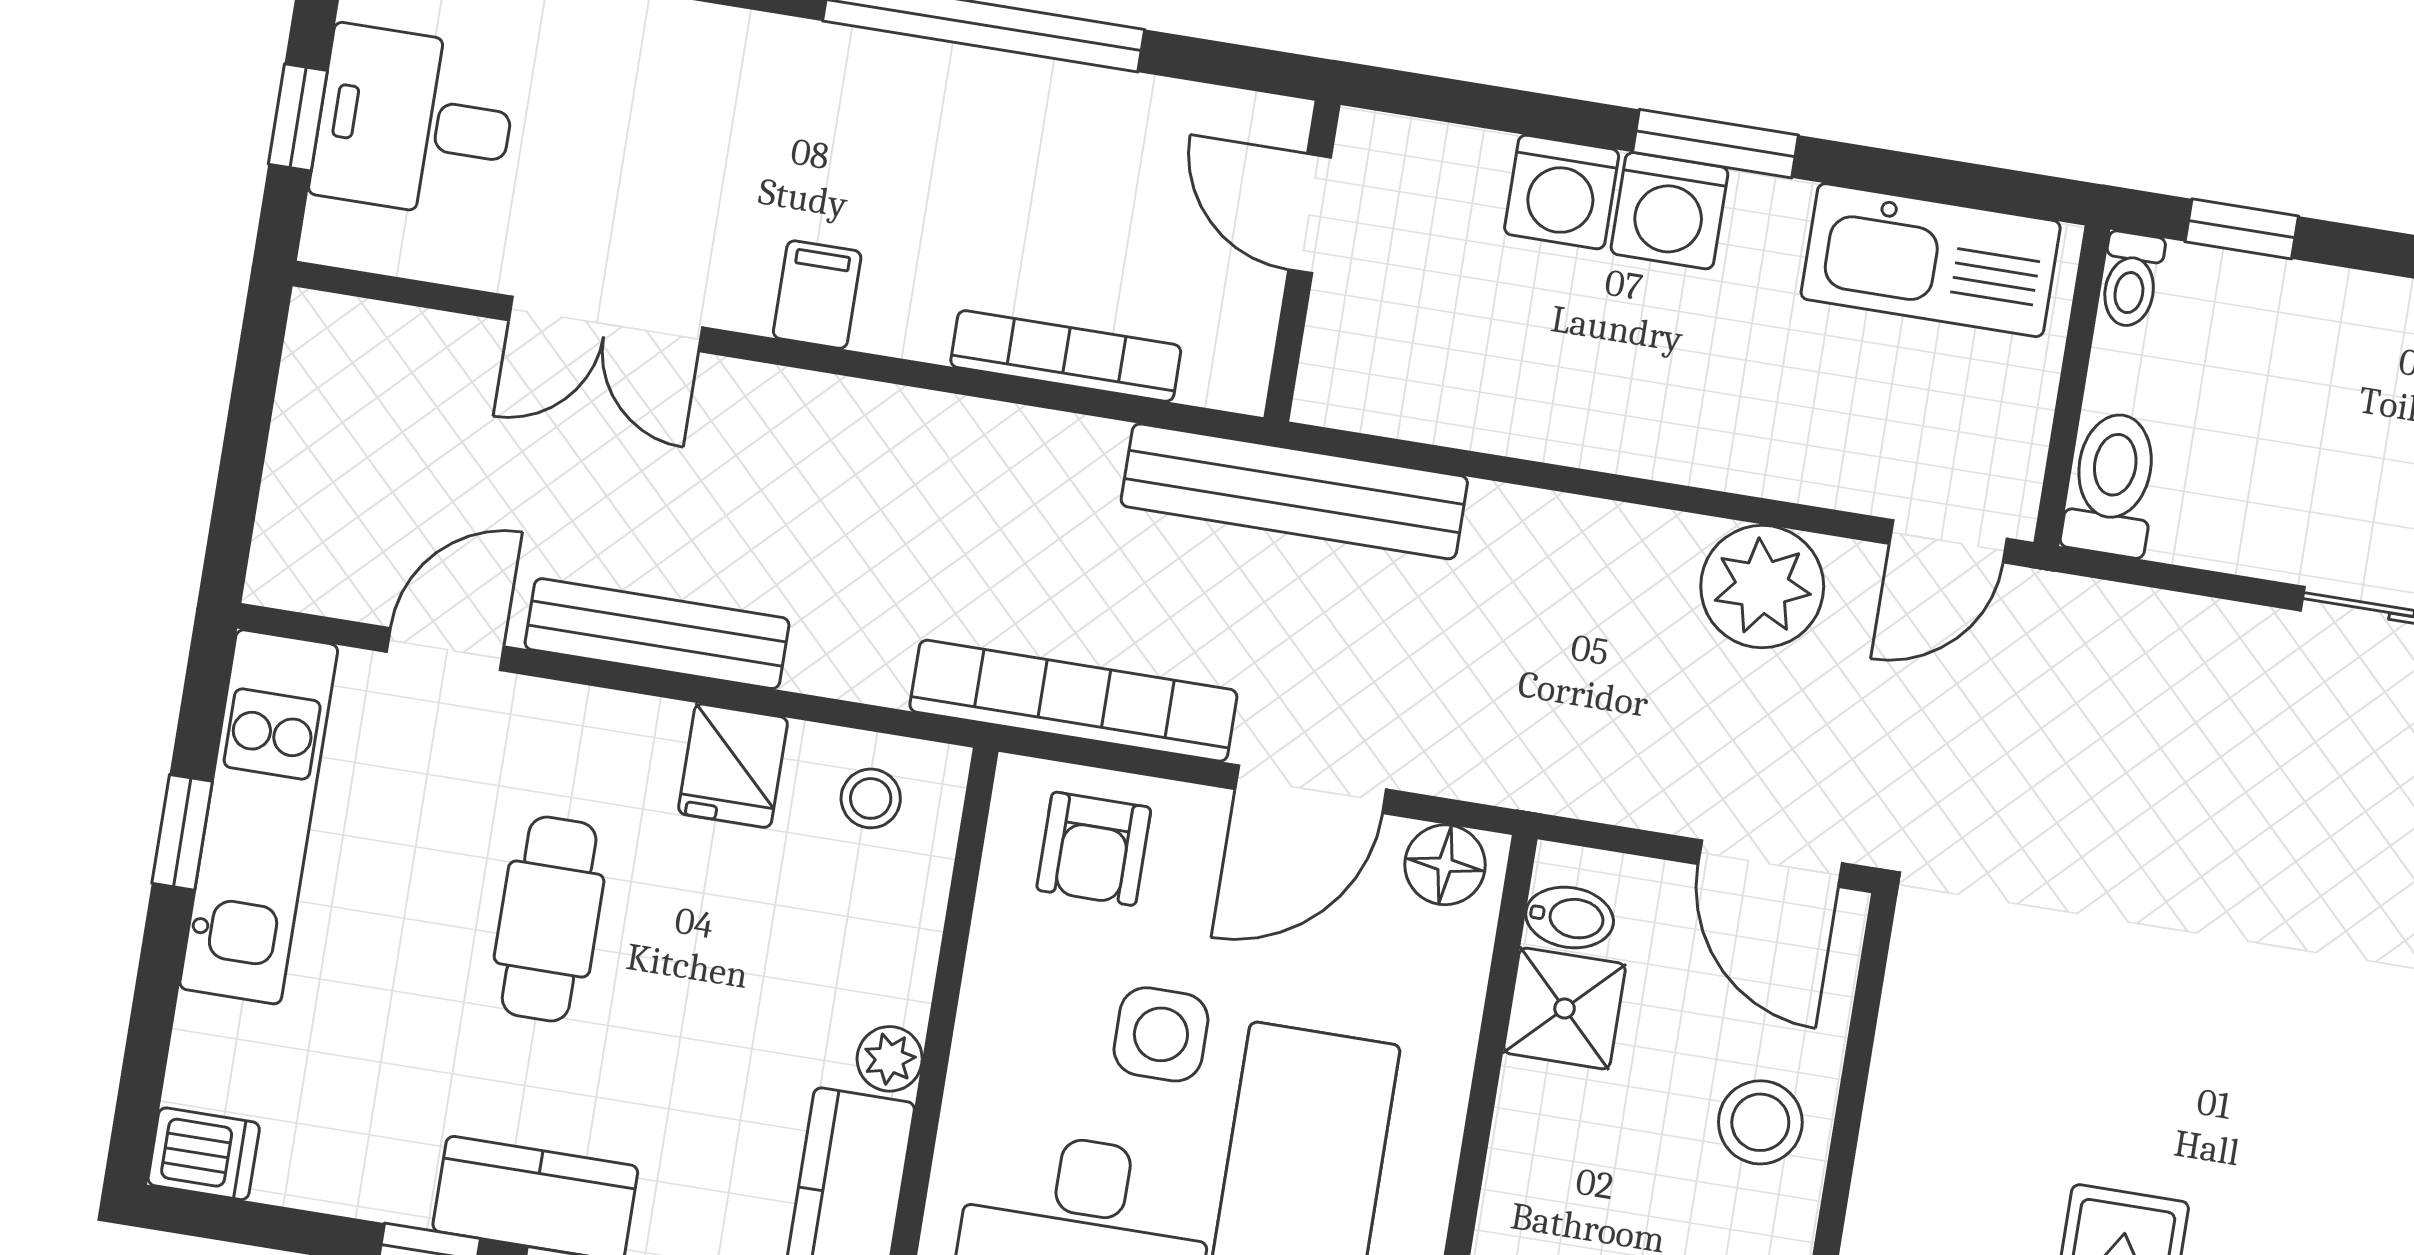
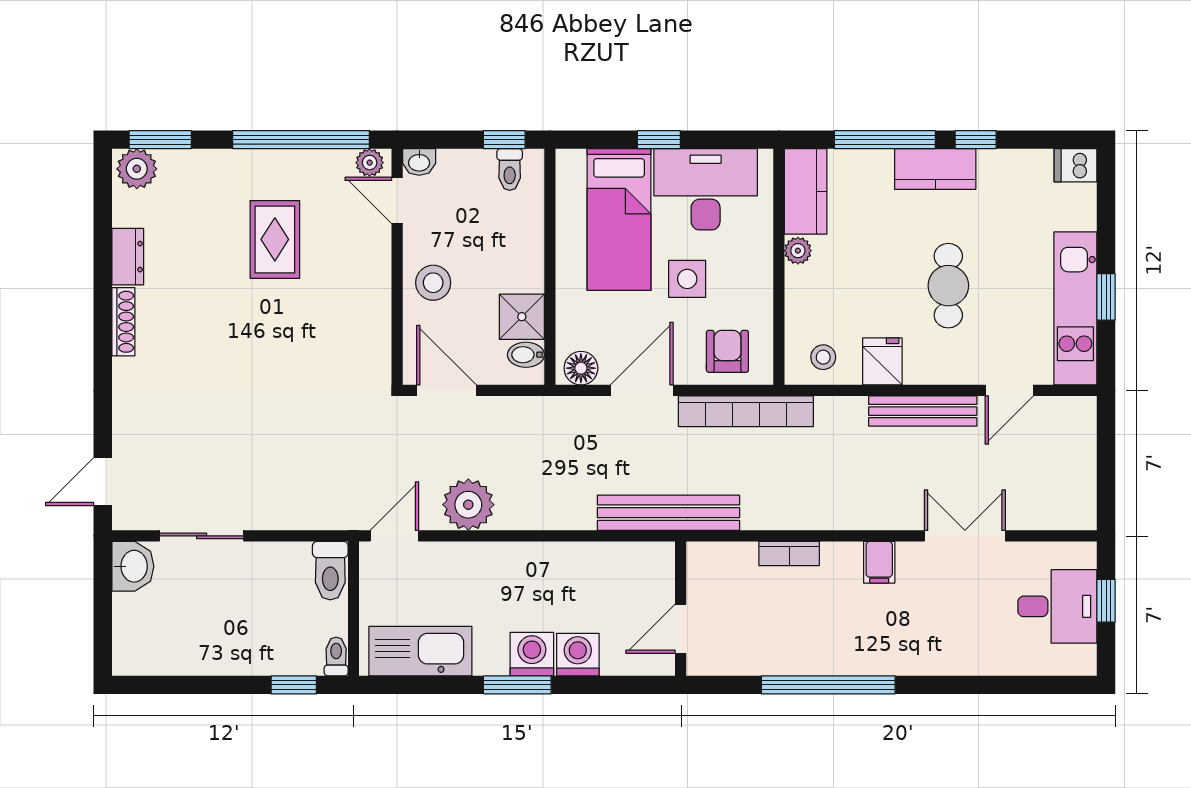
door: (1310, 214) -> (681, 629), swing flipped
bookcase: (1066, 356) -> (789, 553), width x0.64

